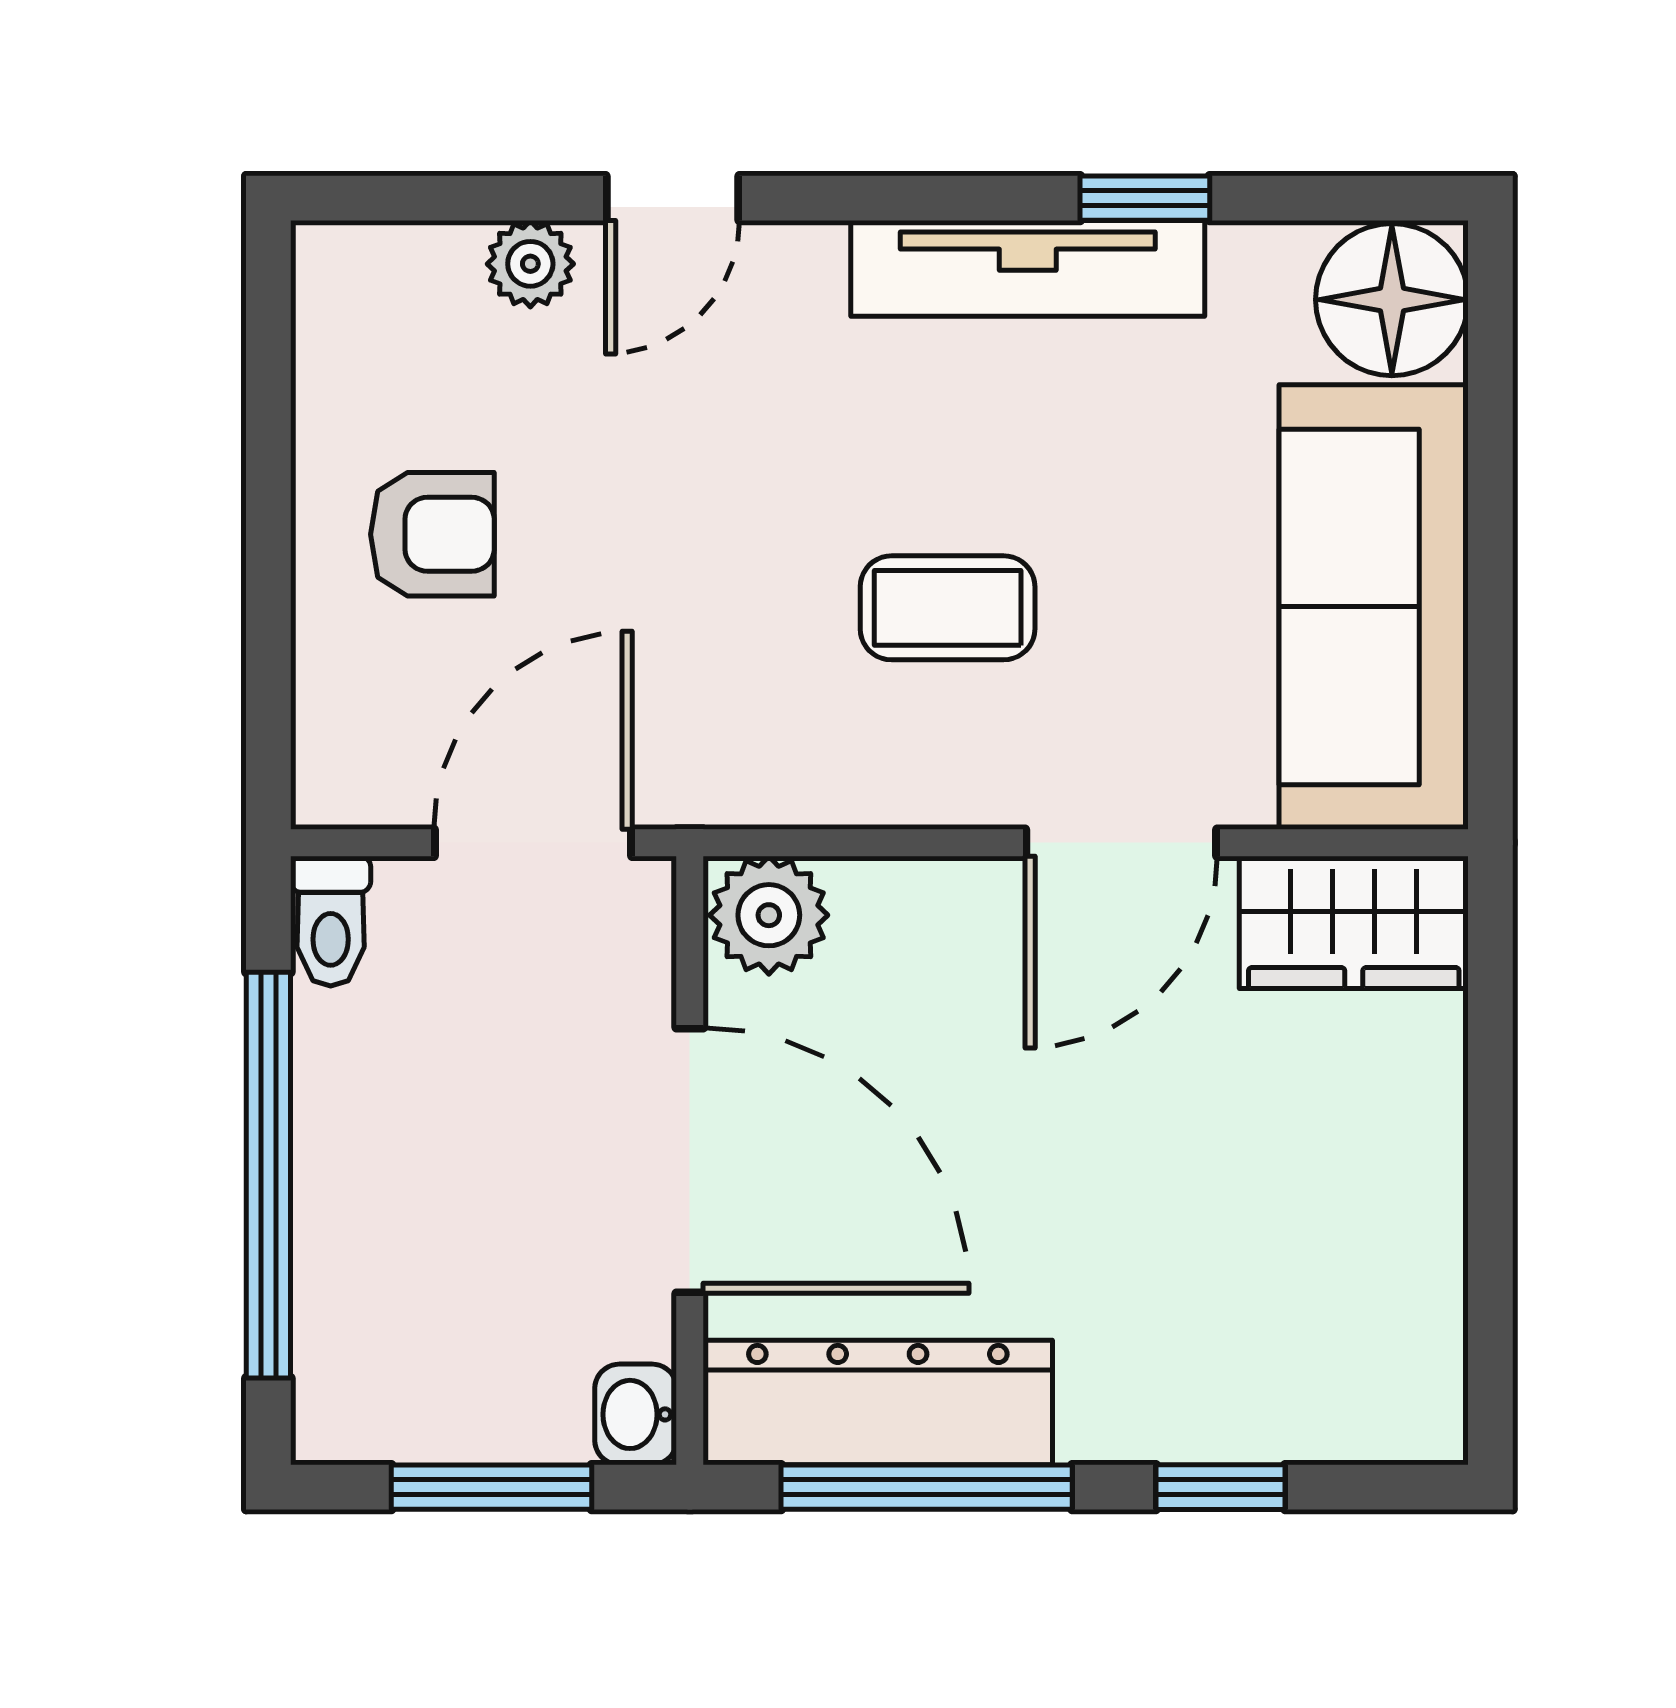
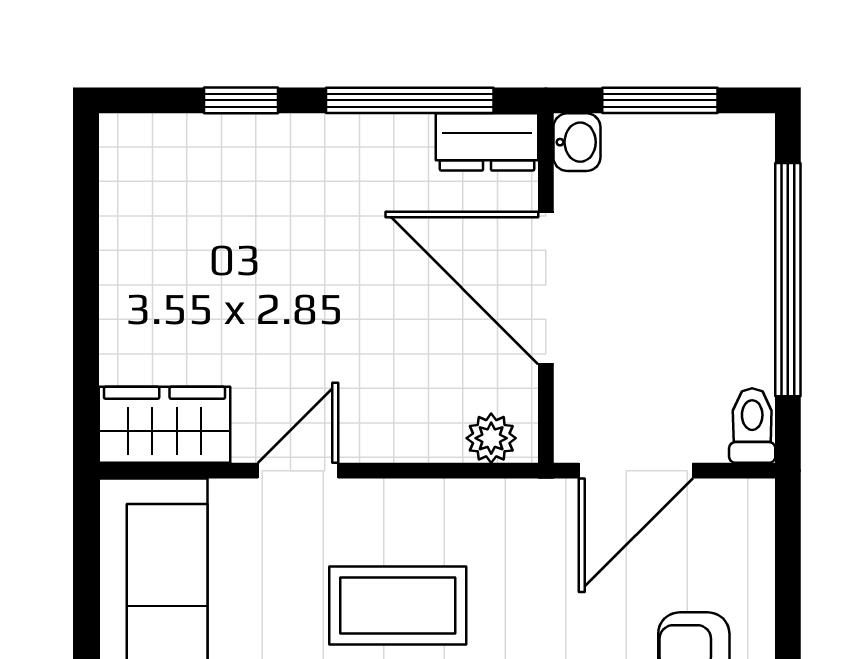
coffee table: (948, 608) -> (398, 605), width x1.36, depth x1.30
door: (1121, 843) -> (298, 471), width x0.73
plant: (769, 915) -> (491, 438), width x0.73, depth x0.73
dresser: (878, 1403) -> (487, 142), width x0.51, depth x0.80

